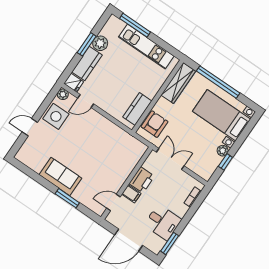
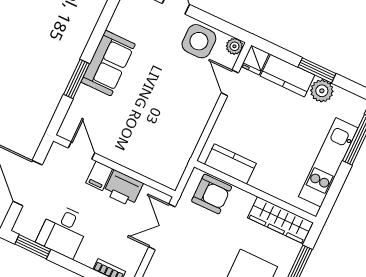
double door: (170, 159) -> (162, 227), swing flipped

